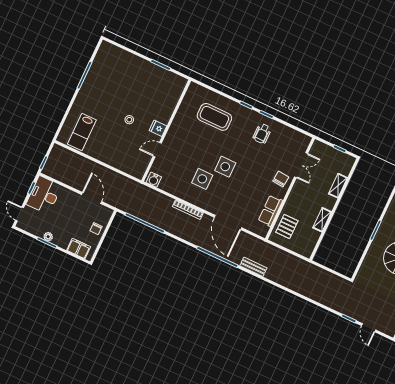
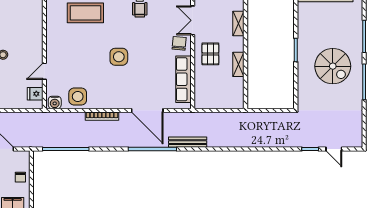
fridge: (158, 128) -> (35, 94), moved
double door: (301, 165) -> (193, 20), swing flipped
side table: (202, 179) -> (78, 97), moved
row of seats: (270, 211) -> (184, 79), width x1.48
pallet: (287, 226) -> (210, 54), moved
bench: (253, 267) -> (188, 142), width x1.36

